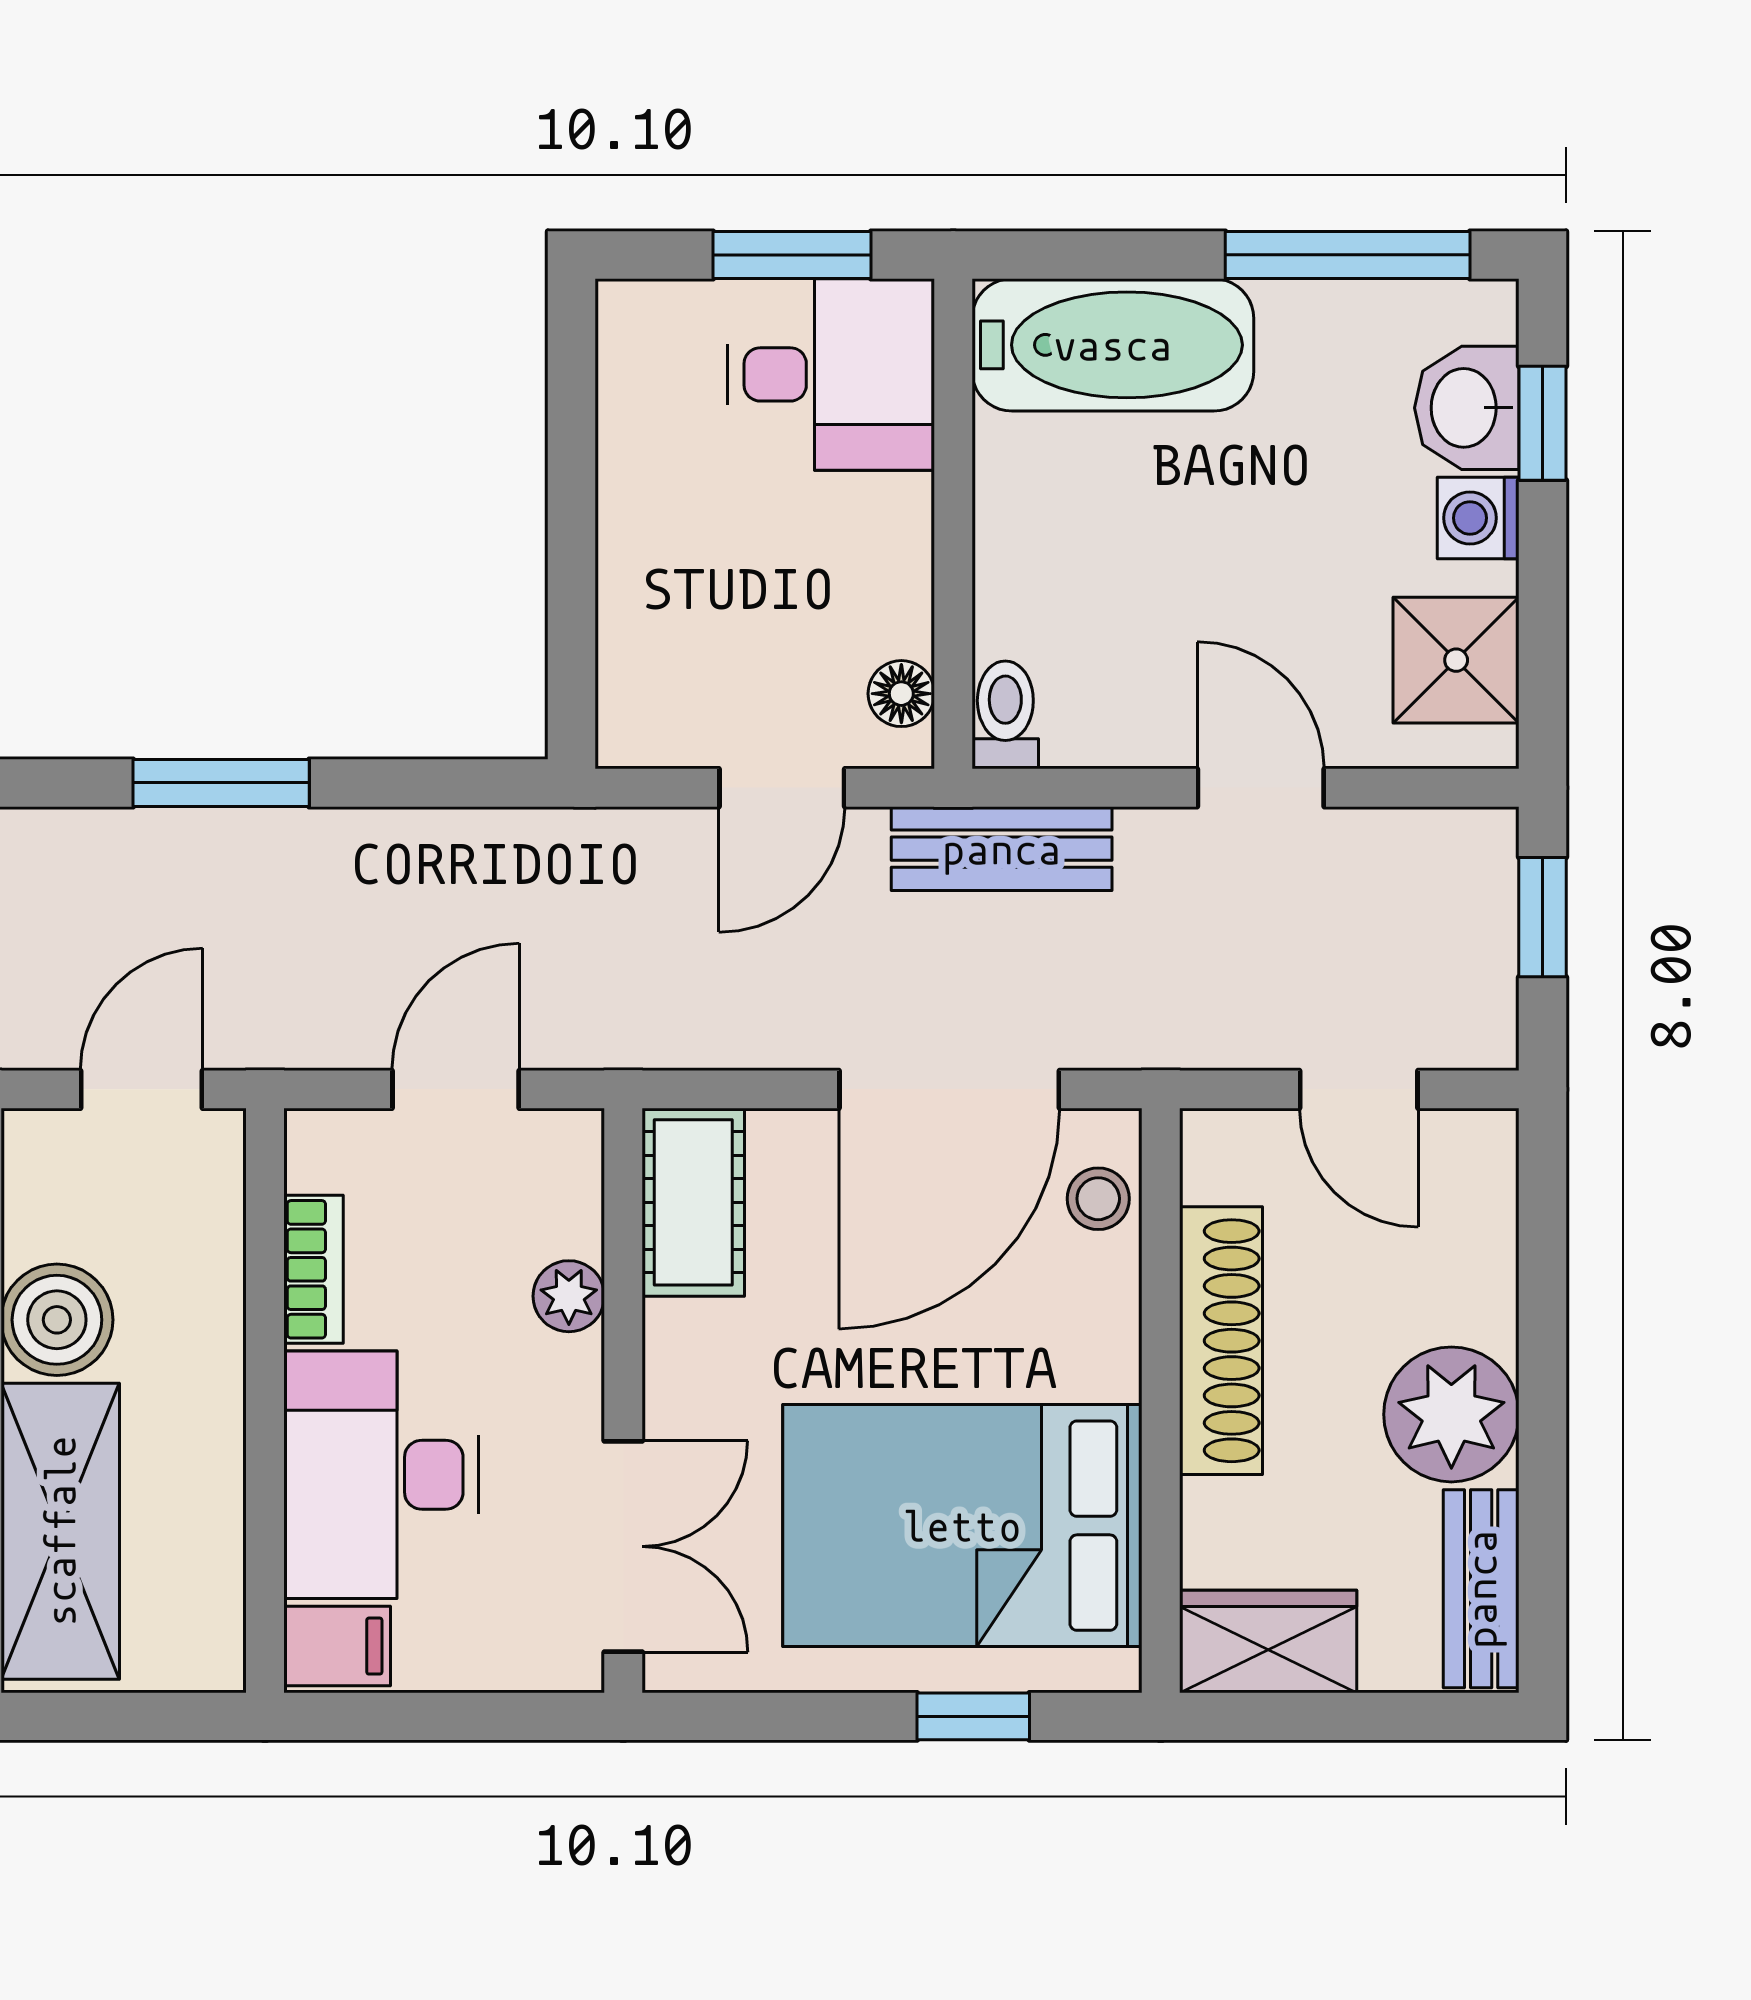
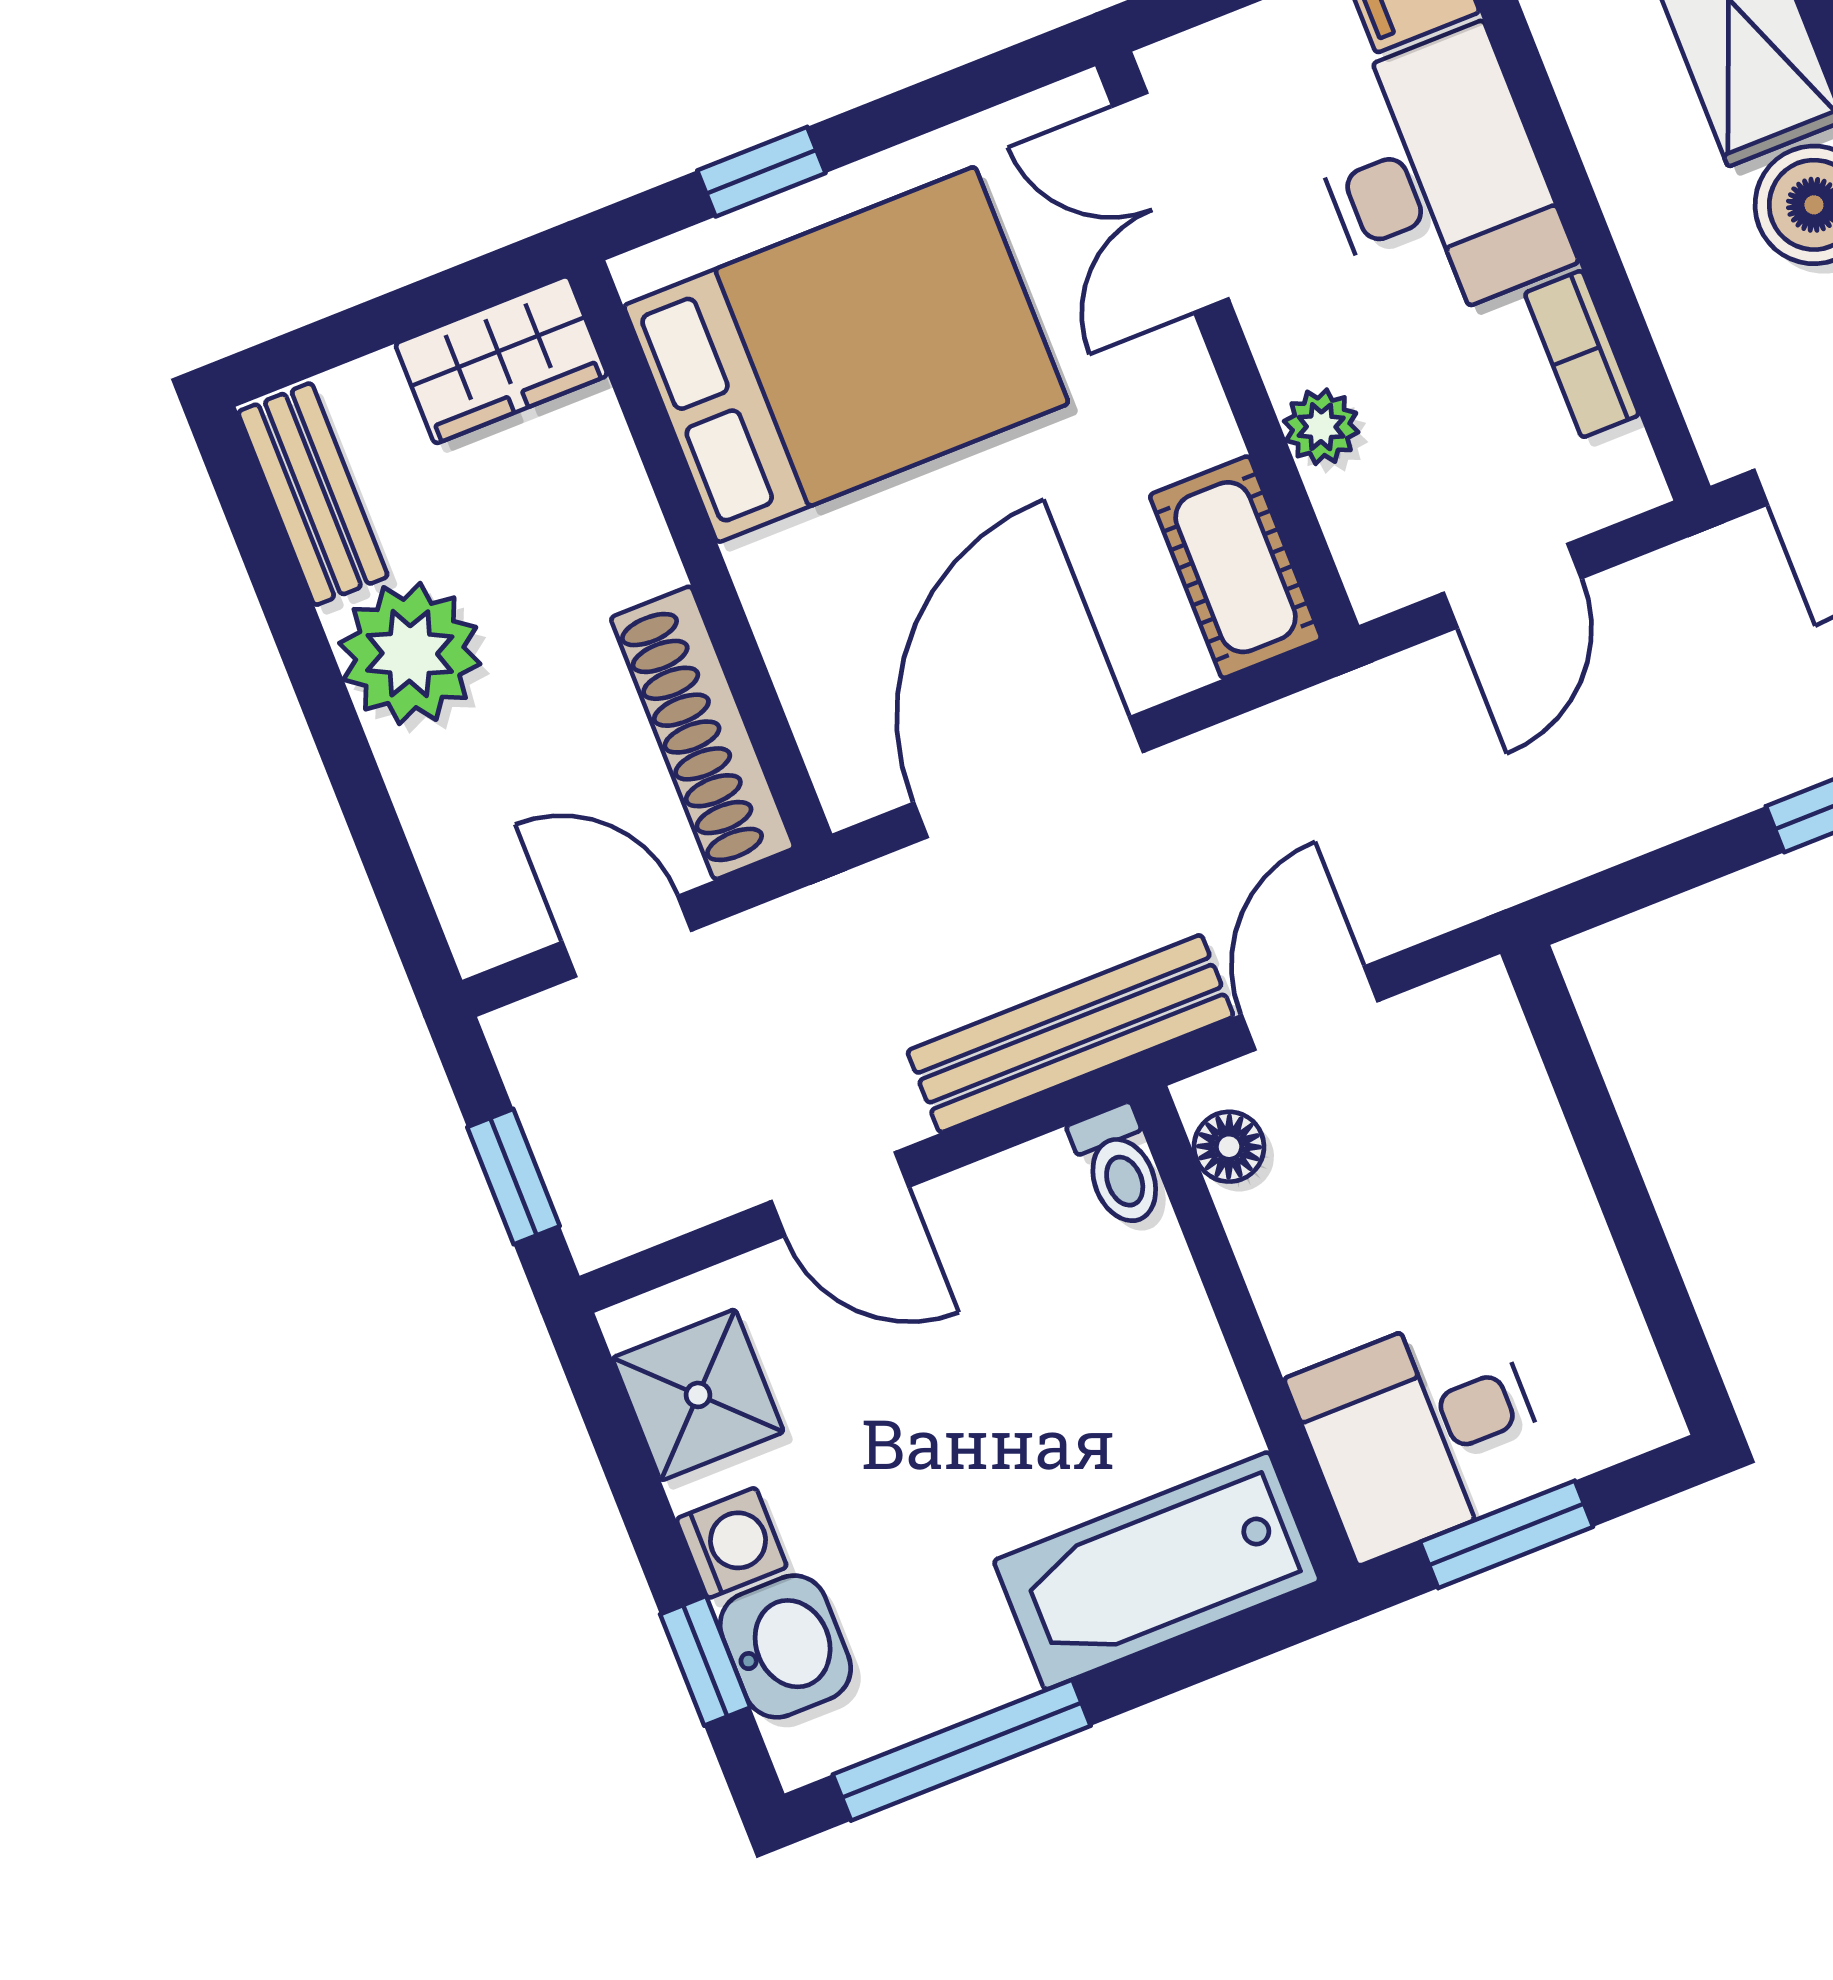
bench: (1002, 849) -> (1070, 1034), width x1.36
stool: (1098, 1199) -> (840, 728), removed
shoe rack: (1221, 1341) -> (703, 733), moved

